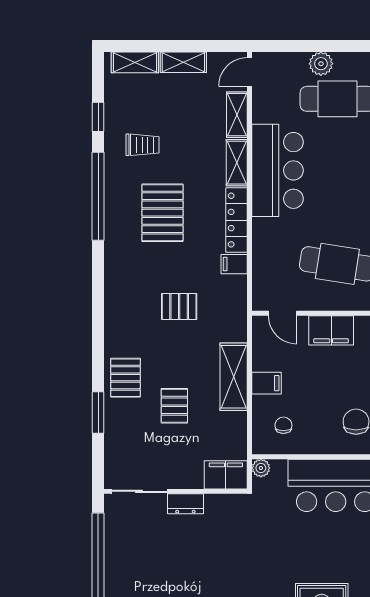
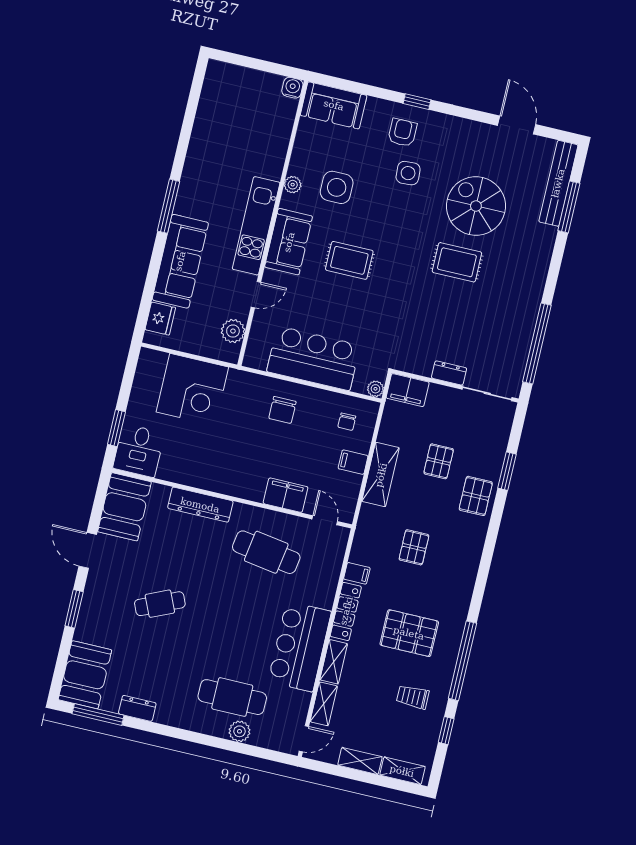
pallet: (163, 213) -> (409, 633), turned 90
pallet: (179, 307) -> (414, 547), turned 90

